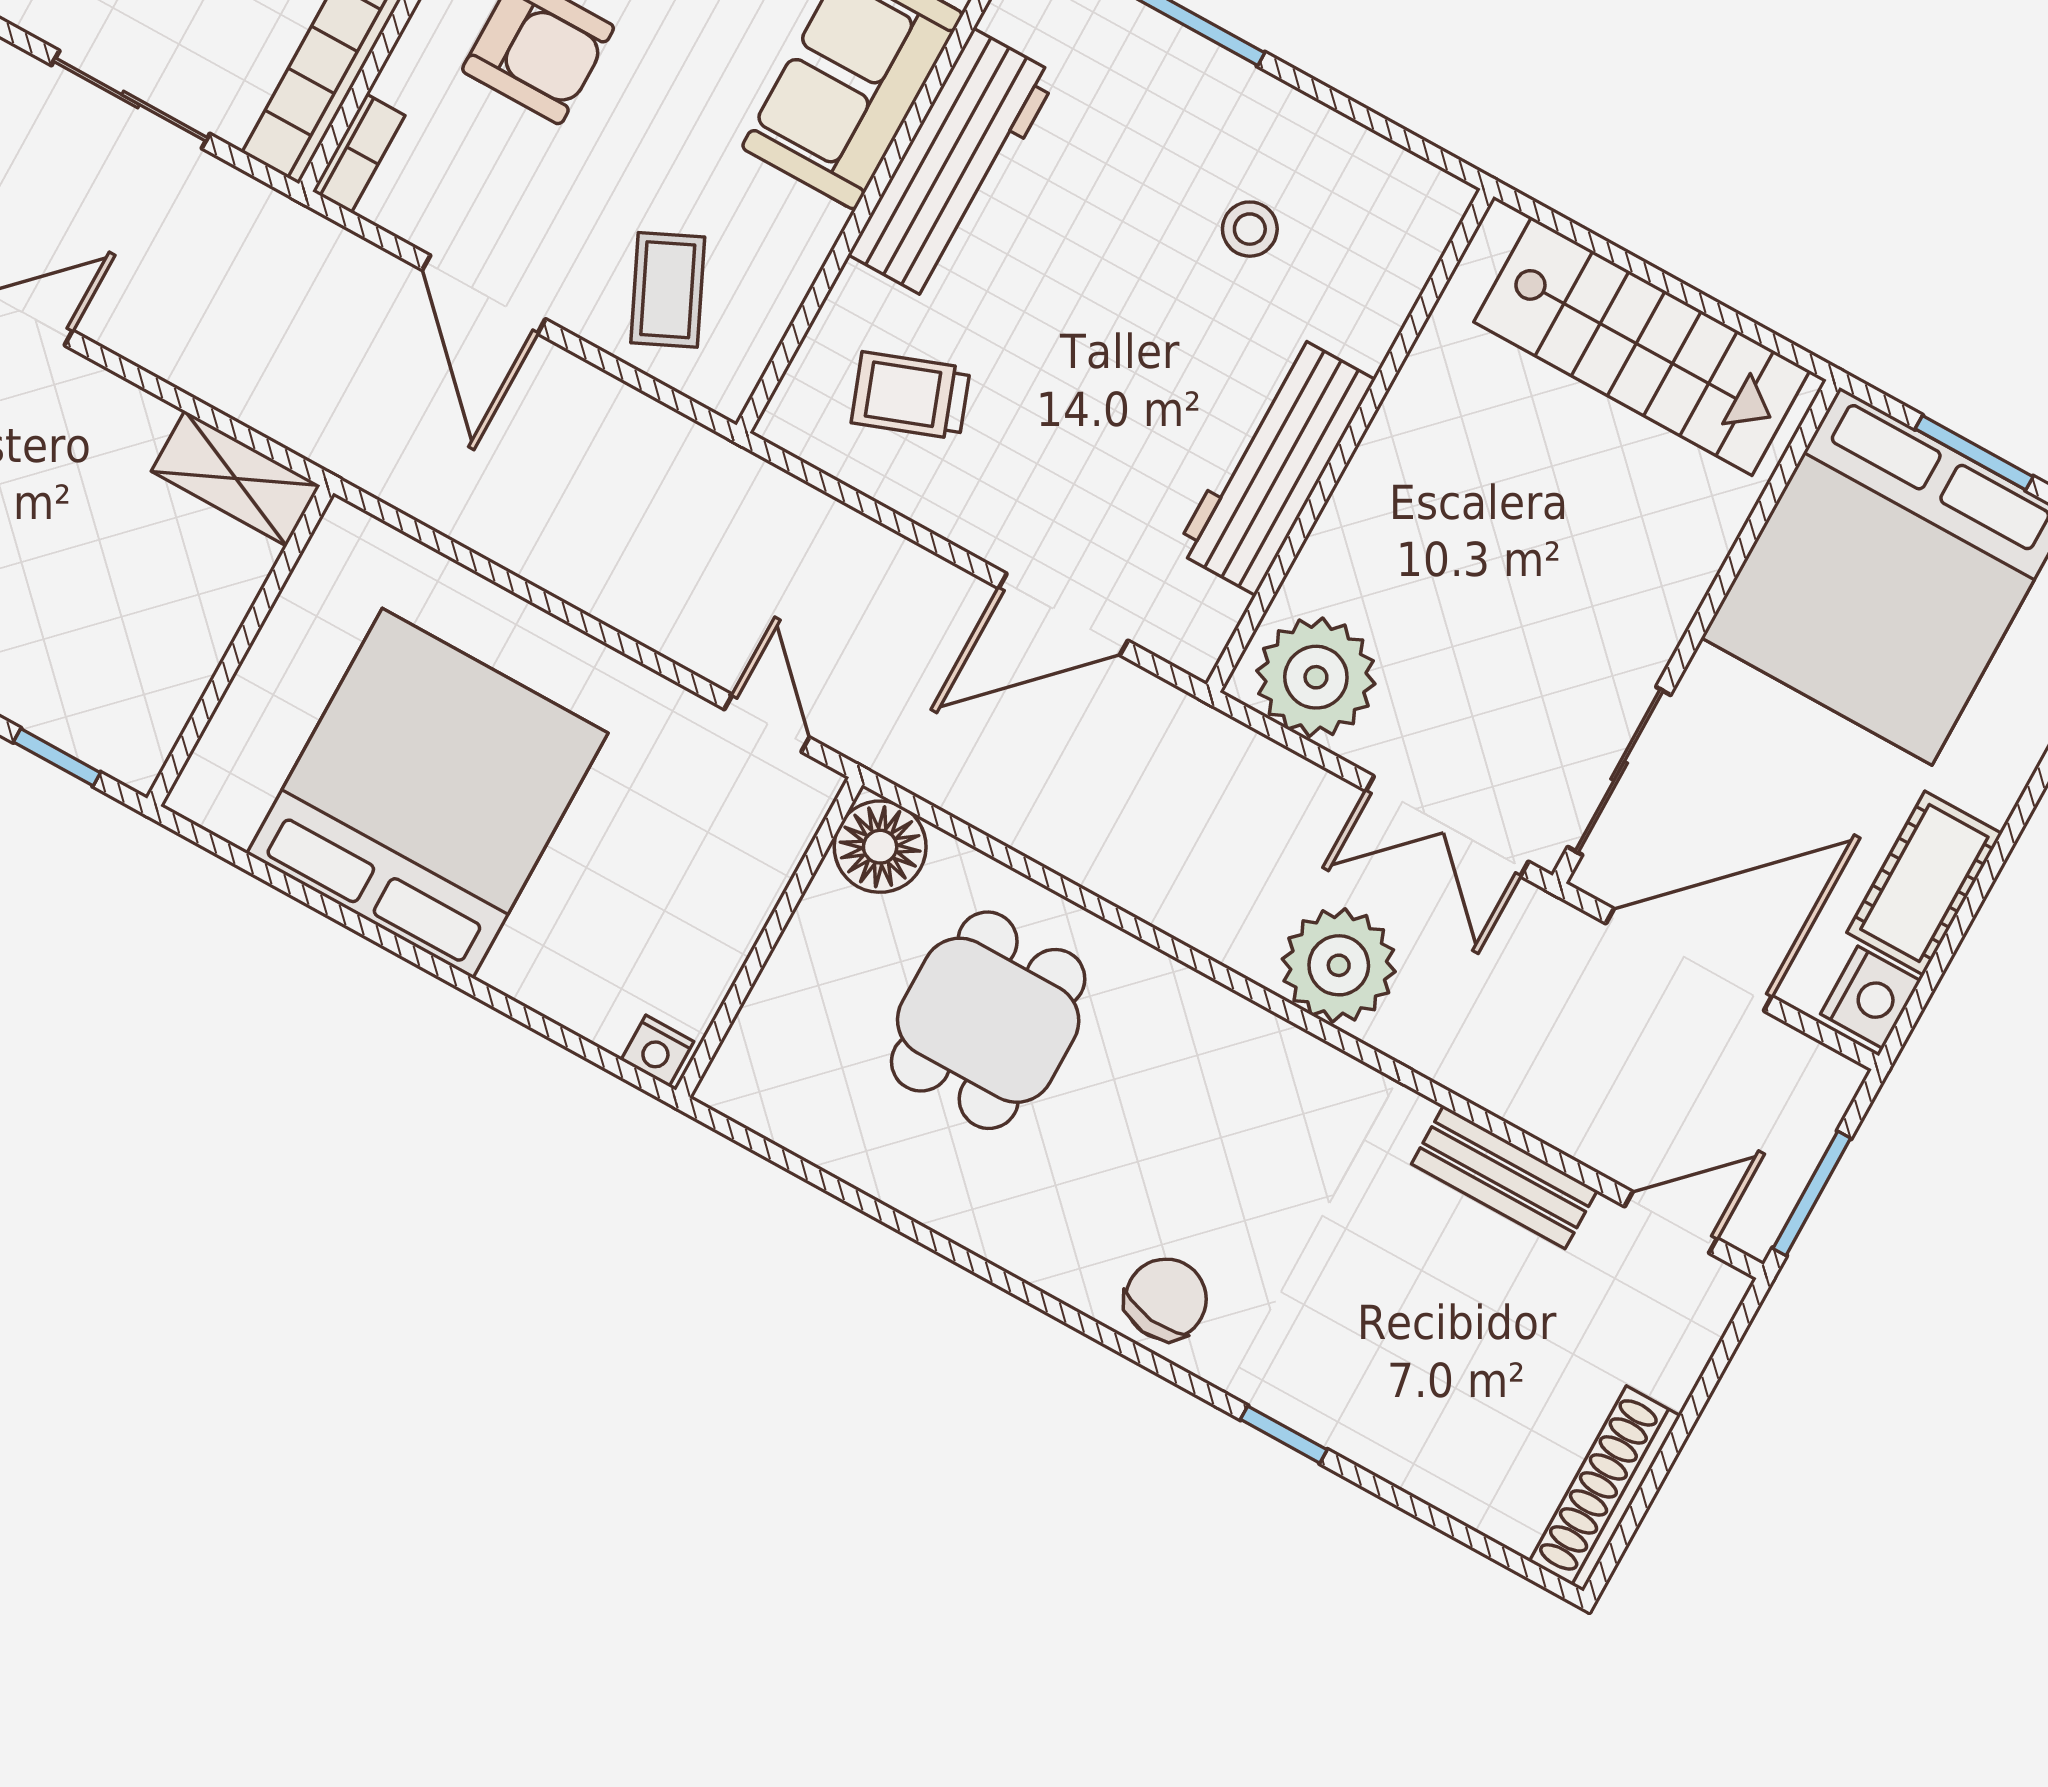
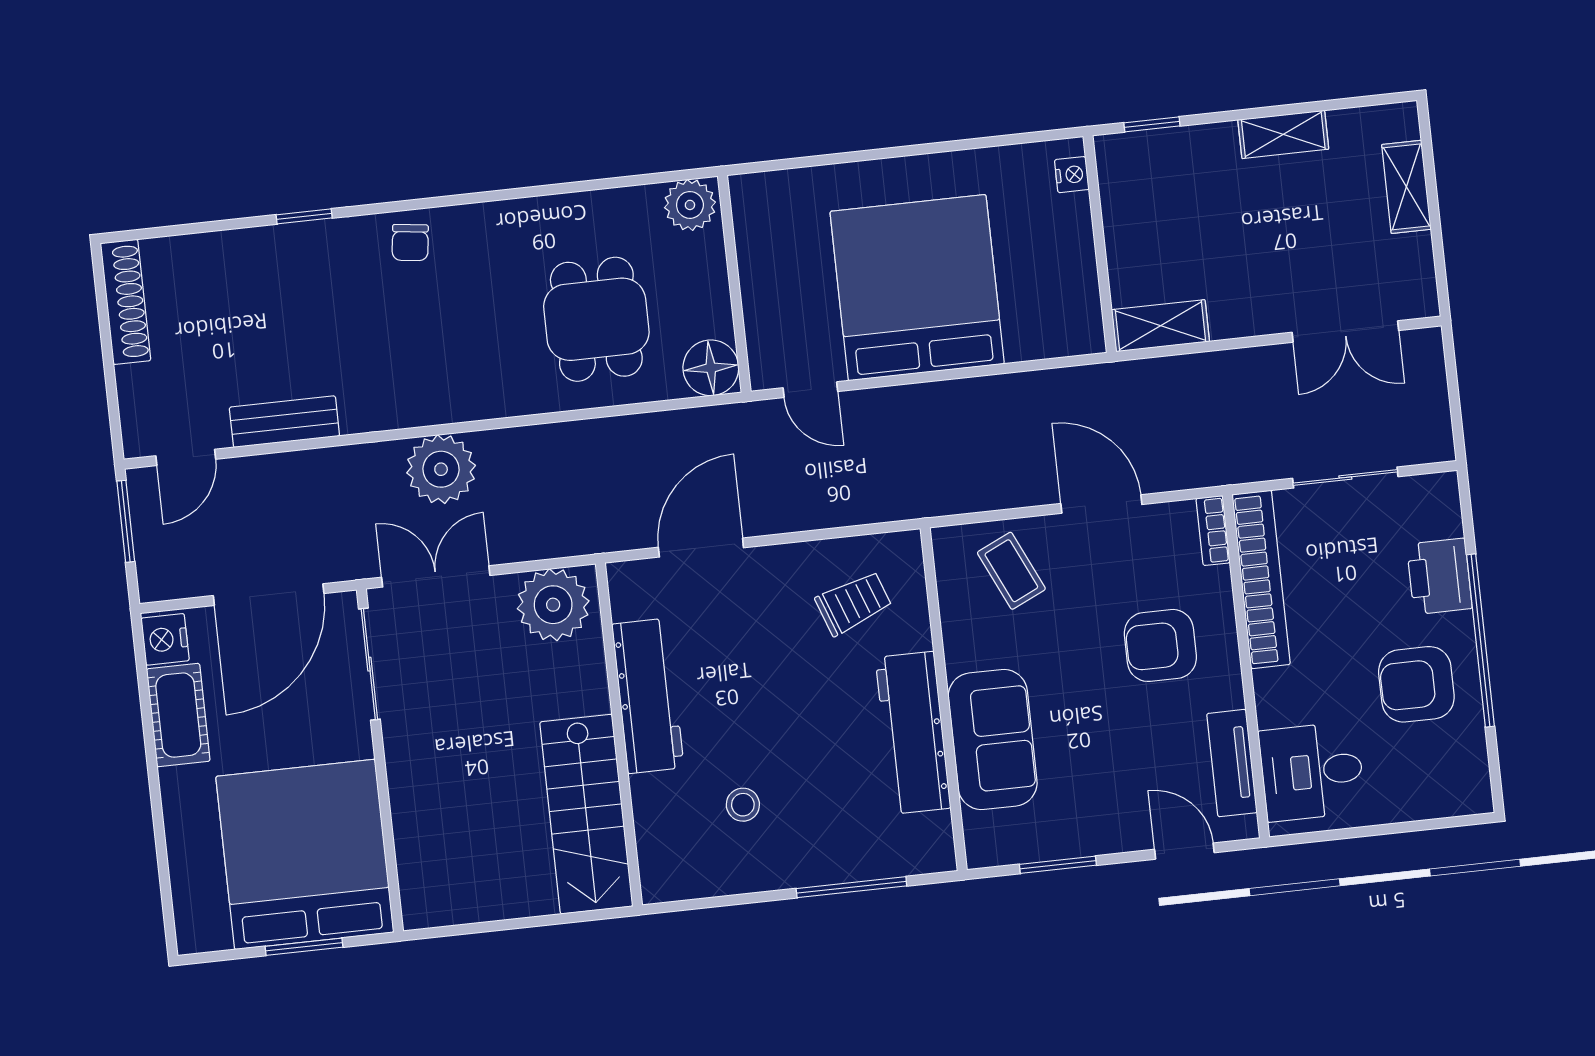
stairs: (1642, 346) -> (586, 814), moved, turned -90
bed: (427, 793) -> (917, 288), moved, turned 180
nightstand: (657, 1051) -> (1072, 175), moved, turned 90
plant: (754, 1085) -> (690, 205), added
chair: (1166, 1299) -> (410, 243), width x0.73, depth x0.73

